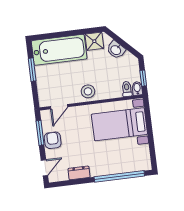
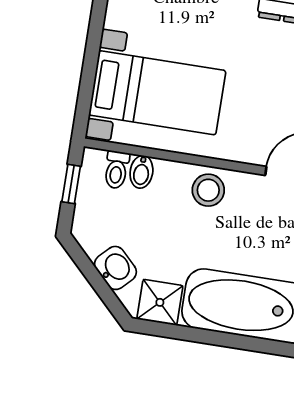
bidet: (137, 88) -> (141, 172), moved

